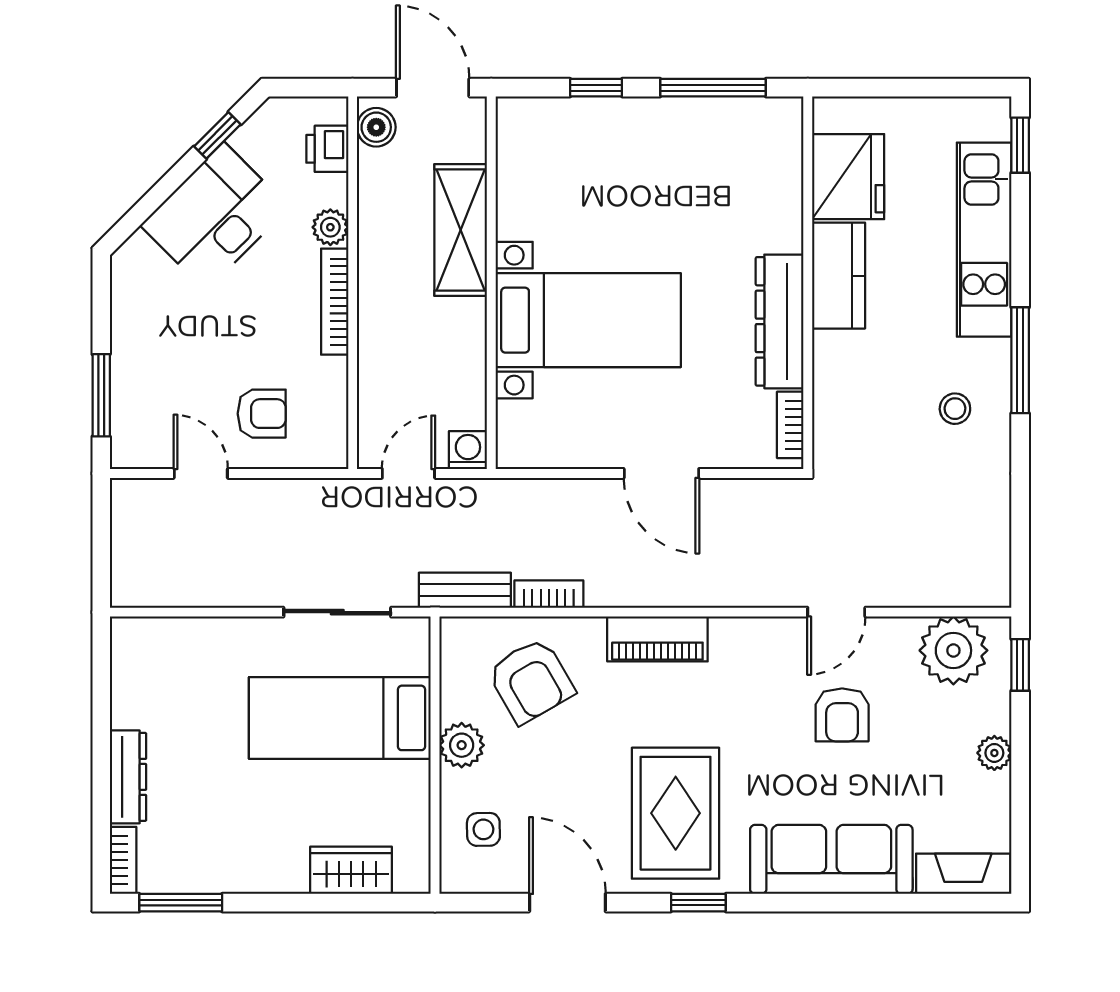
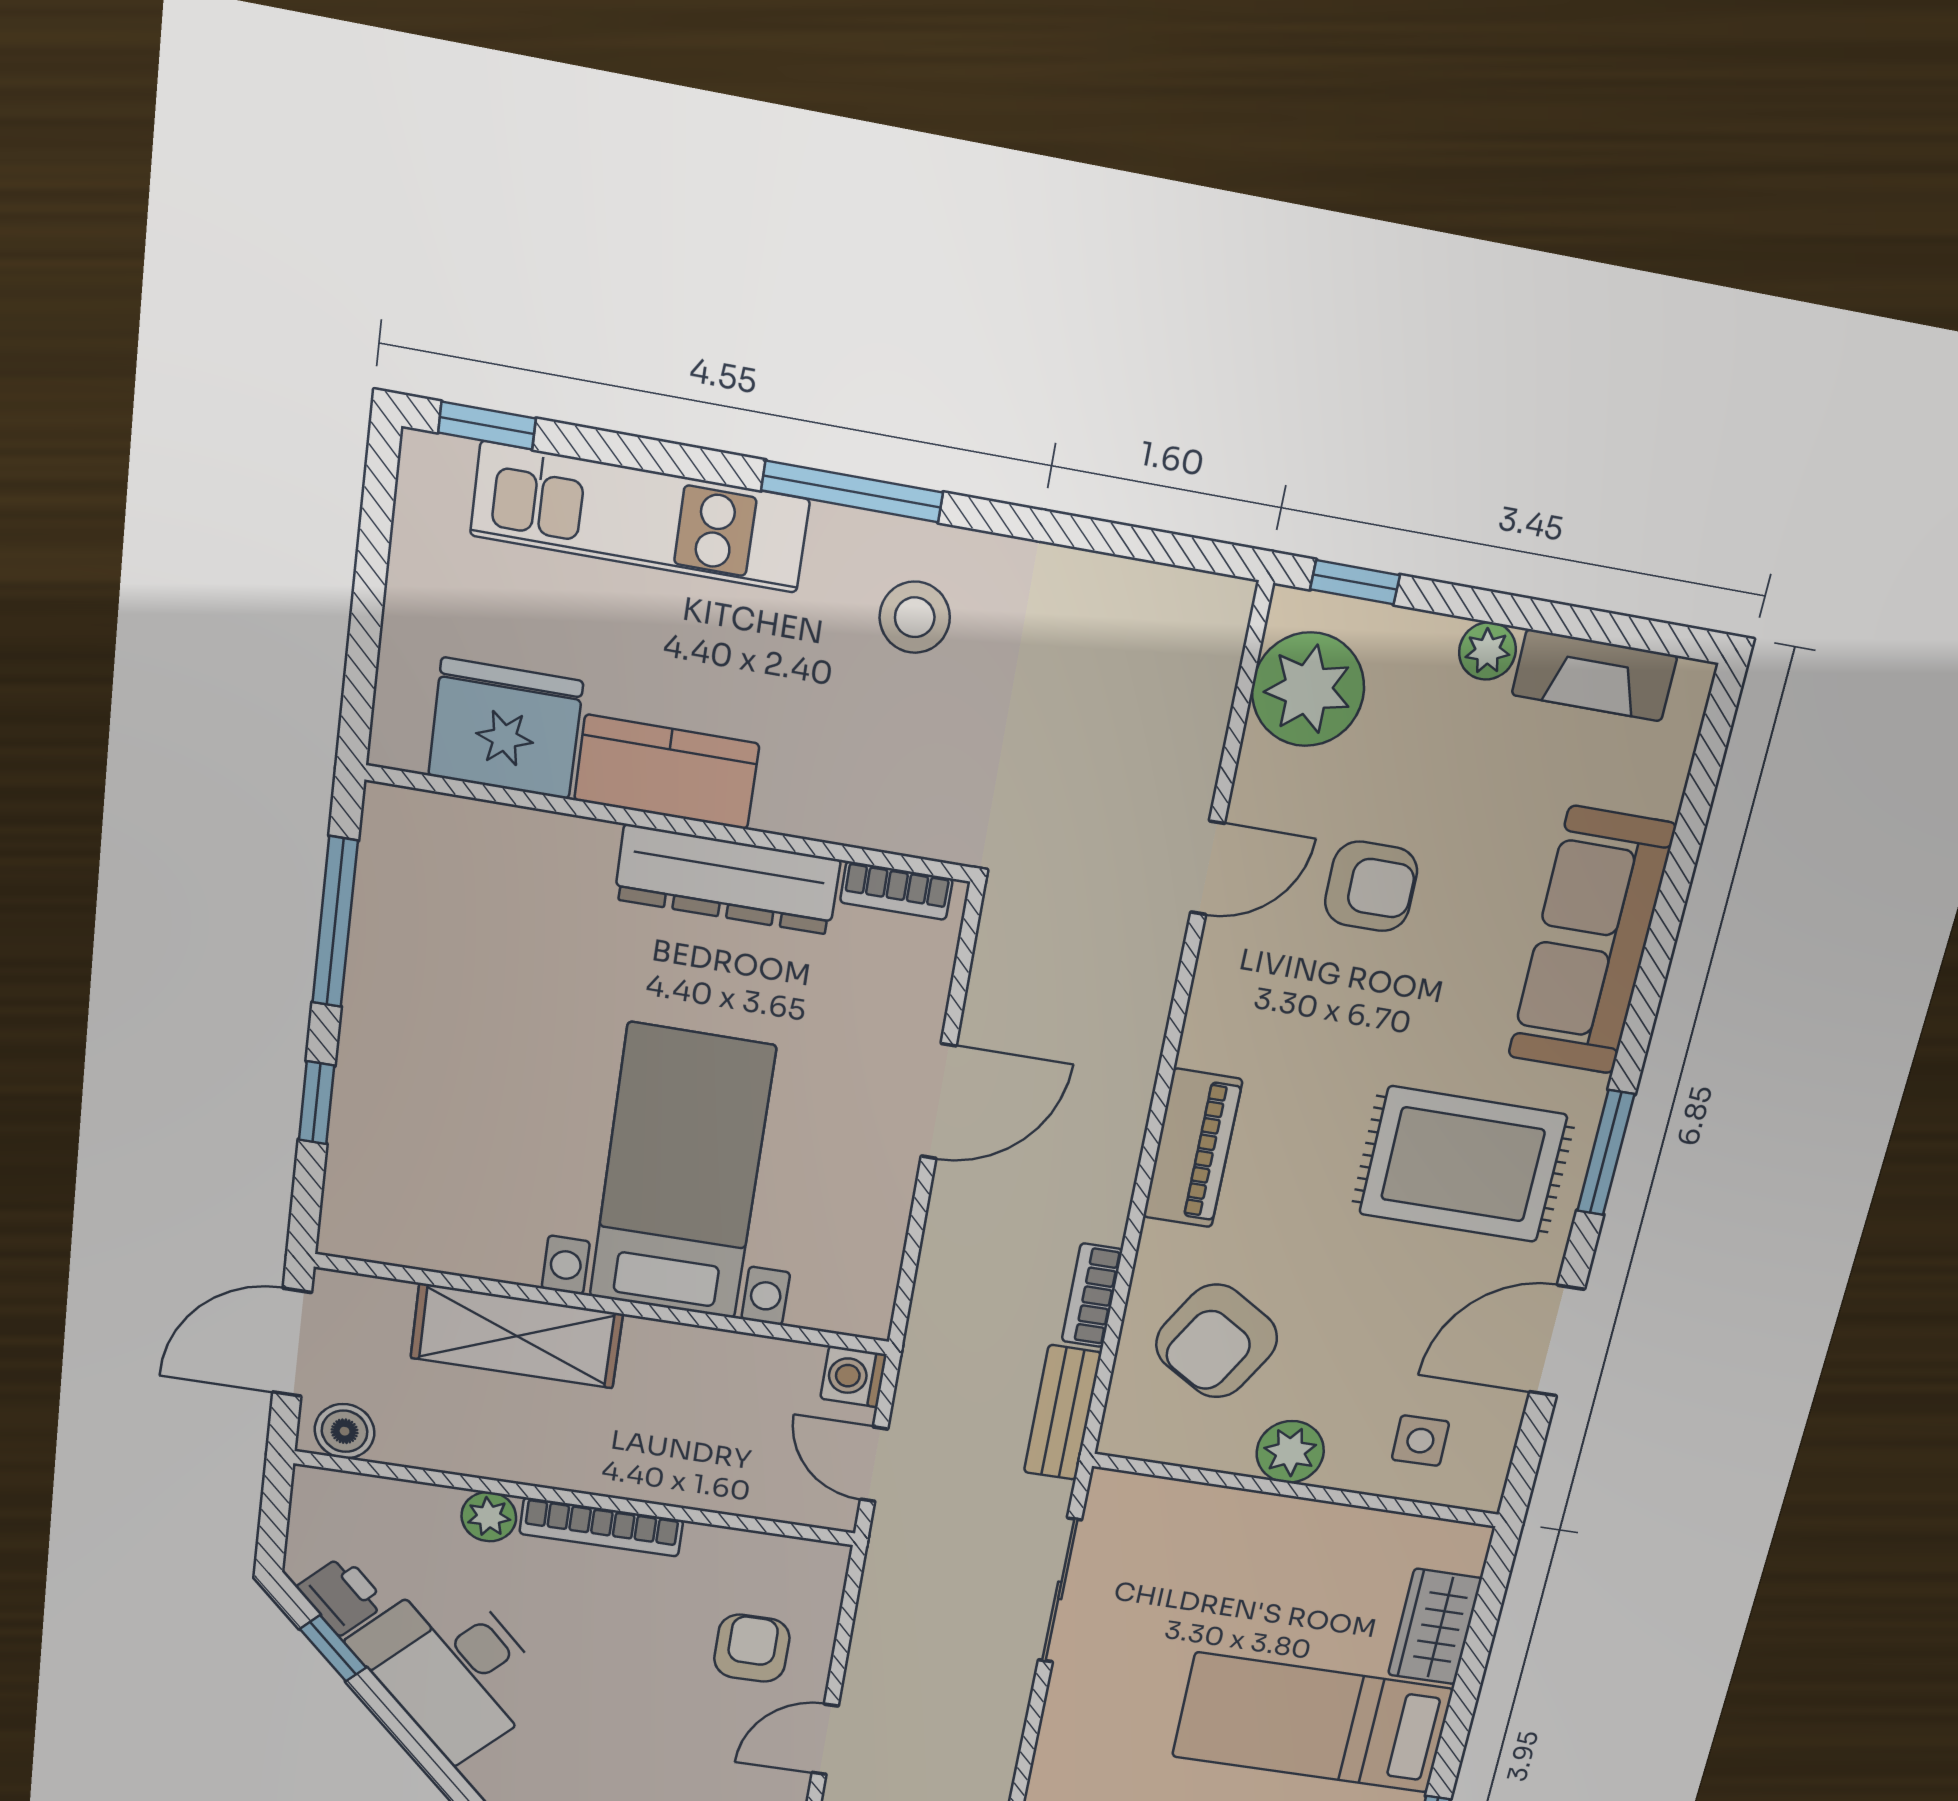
printer: (327, 149) -> (342, 1595), moved, turned -135
stool: (955, 409) -> (915, 617), width x1.37, depth x1.37
door: (836, 612) -> (1208, 868), hinge flipped
armchair: (531, 681) -> (1217, 1341), turned 151
bed: (340, 718) -> (1313, 1723), moved, turned 90
fireplace: (963, 874) -> (1594, 675), moved, turned -90
window: (698, 903) -> (1606, 1153), width x1.50

